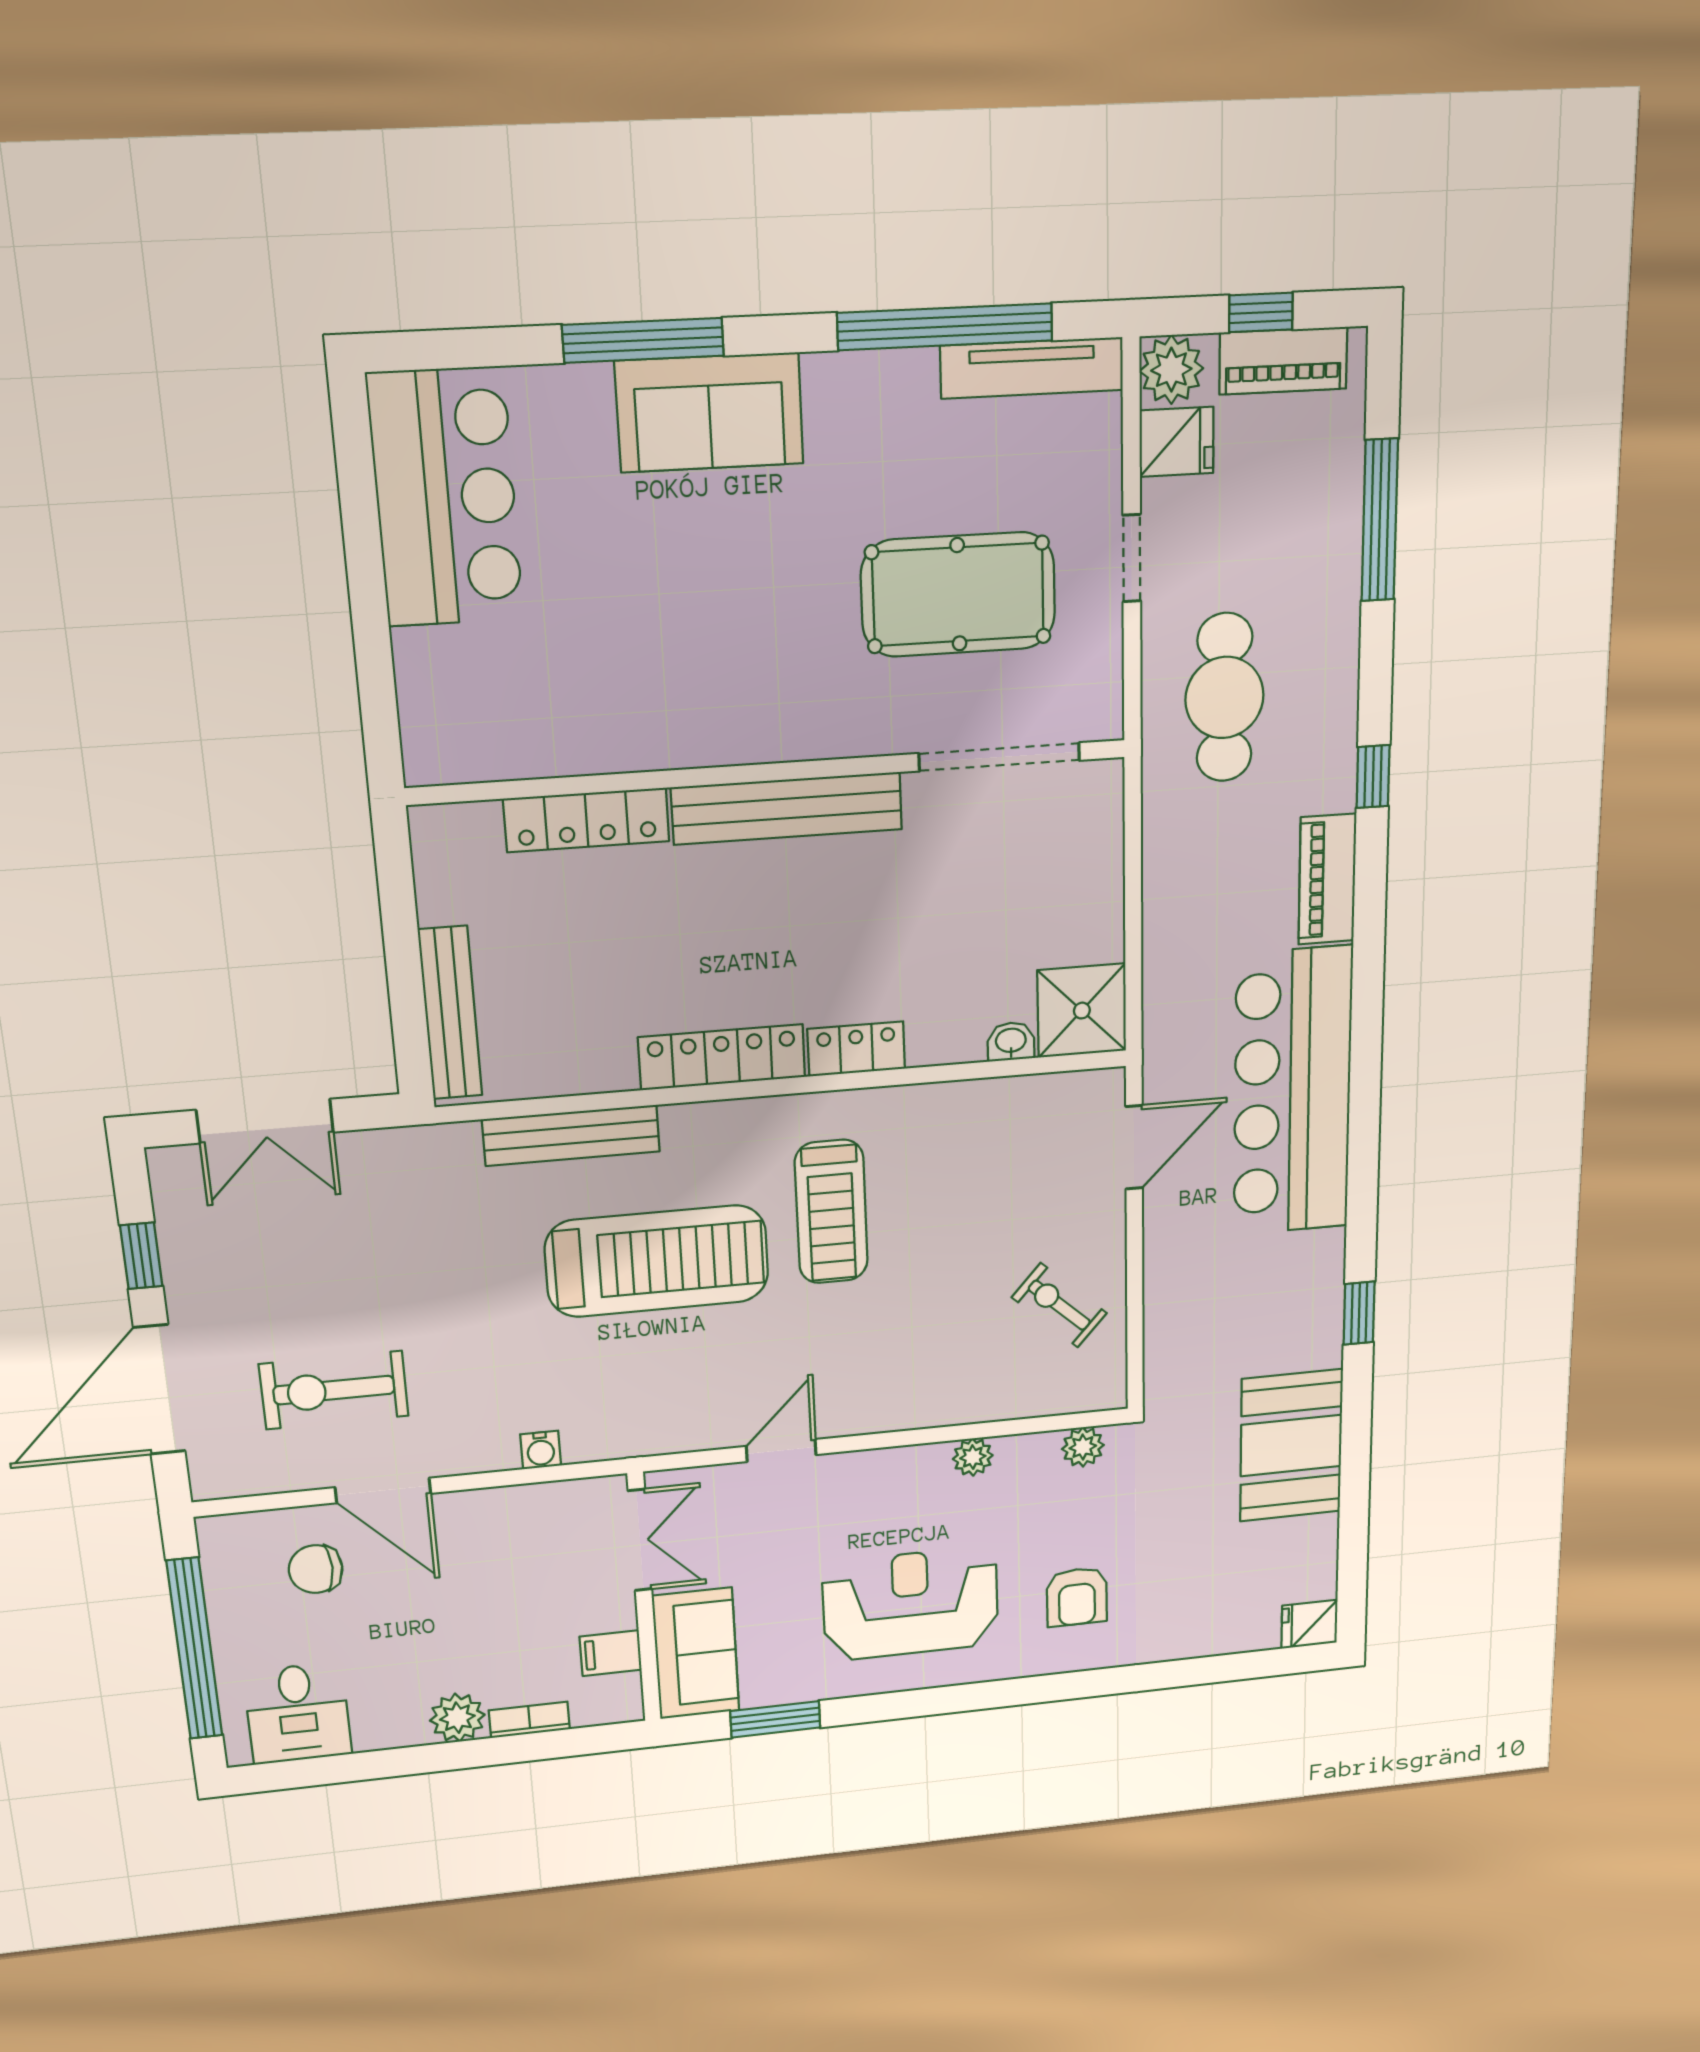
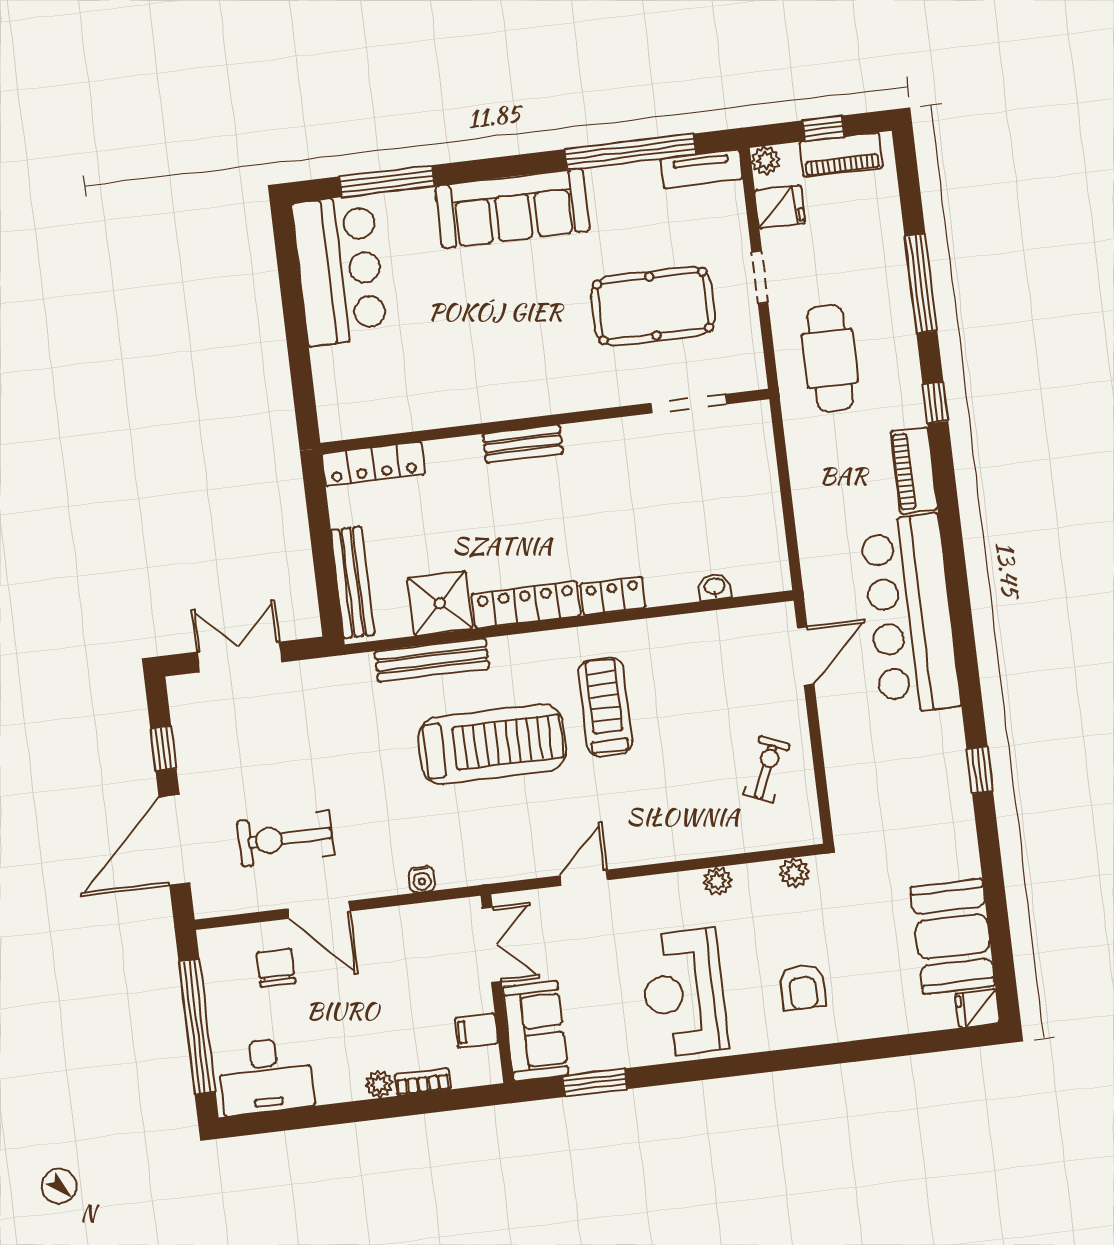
window: (643, 340) -> (387, 181), moved
tv unit: (1032, 368) -> (702, 169), width x0.71
plant: (1171, 370) -> (766, 161), width x0.73, depth x0.73
sofa: (710, 412) -> (512, 208), width x1.36
window: (1380, 520) -> (921, 284), moved
doorway: (999, 757) -> (689, 404), width x0.73
bench: (787, 808) -> (523, 444), width x0.54, depth x0.82
locker: (587, 820) -> (373, 464), moved
shower: (1082, 1011) -> (440, 603), moved
double door: (265, 1121) -> (239, 657), swing flipped
treadmill: (831, 1212) -> (605, 707), turned 180
exercise bike: (1059, 1305) -> (767, 769), turned 71
booth: (1291, 1446) -> (953, 936), moved
chair: (316, 1569) -> (276, 968), turned 90
reception desk: (911, 1604) -> (684, 993), turned -90
desk: (298, 1713) -> (266, 1076), width x1.37
plant: (457, 1718) -> (379, 1084), width x0.73, depth x0.73

